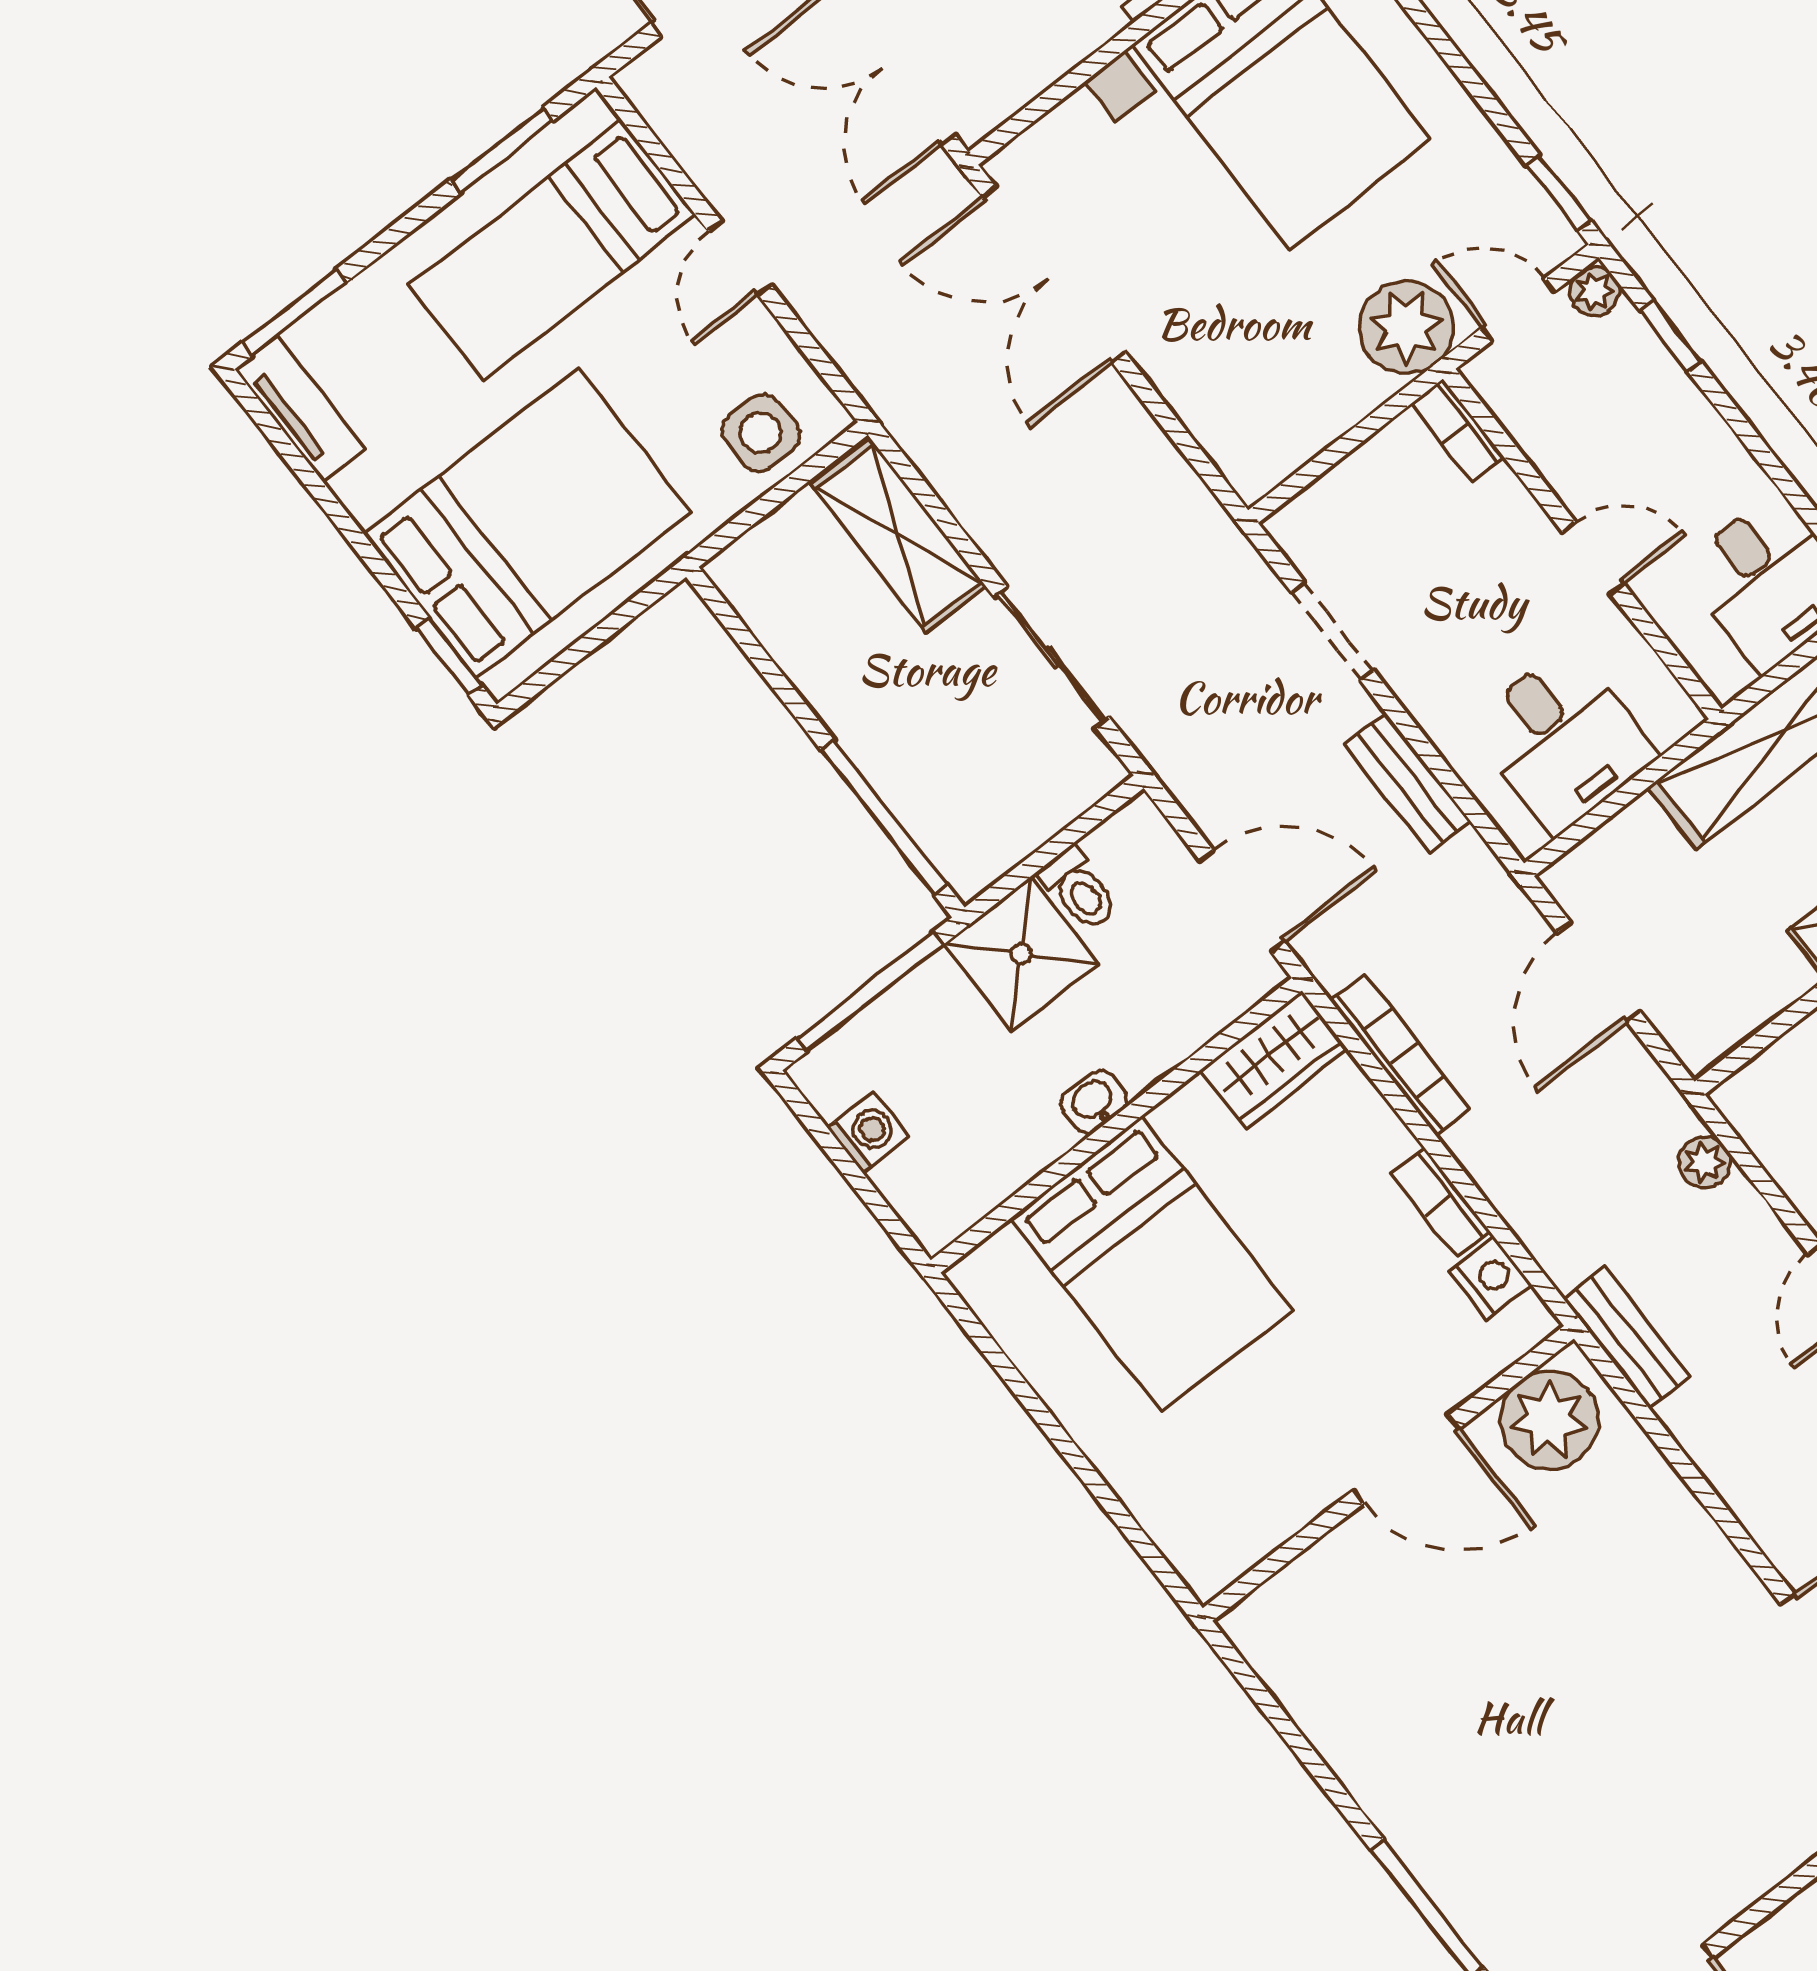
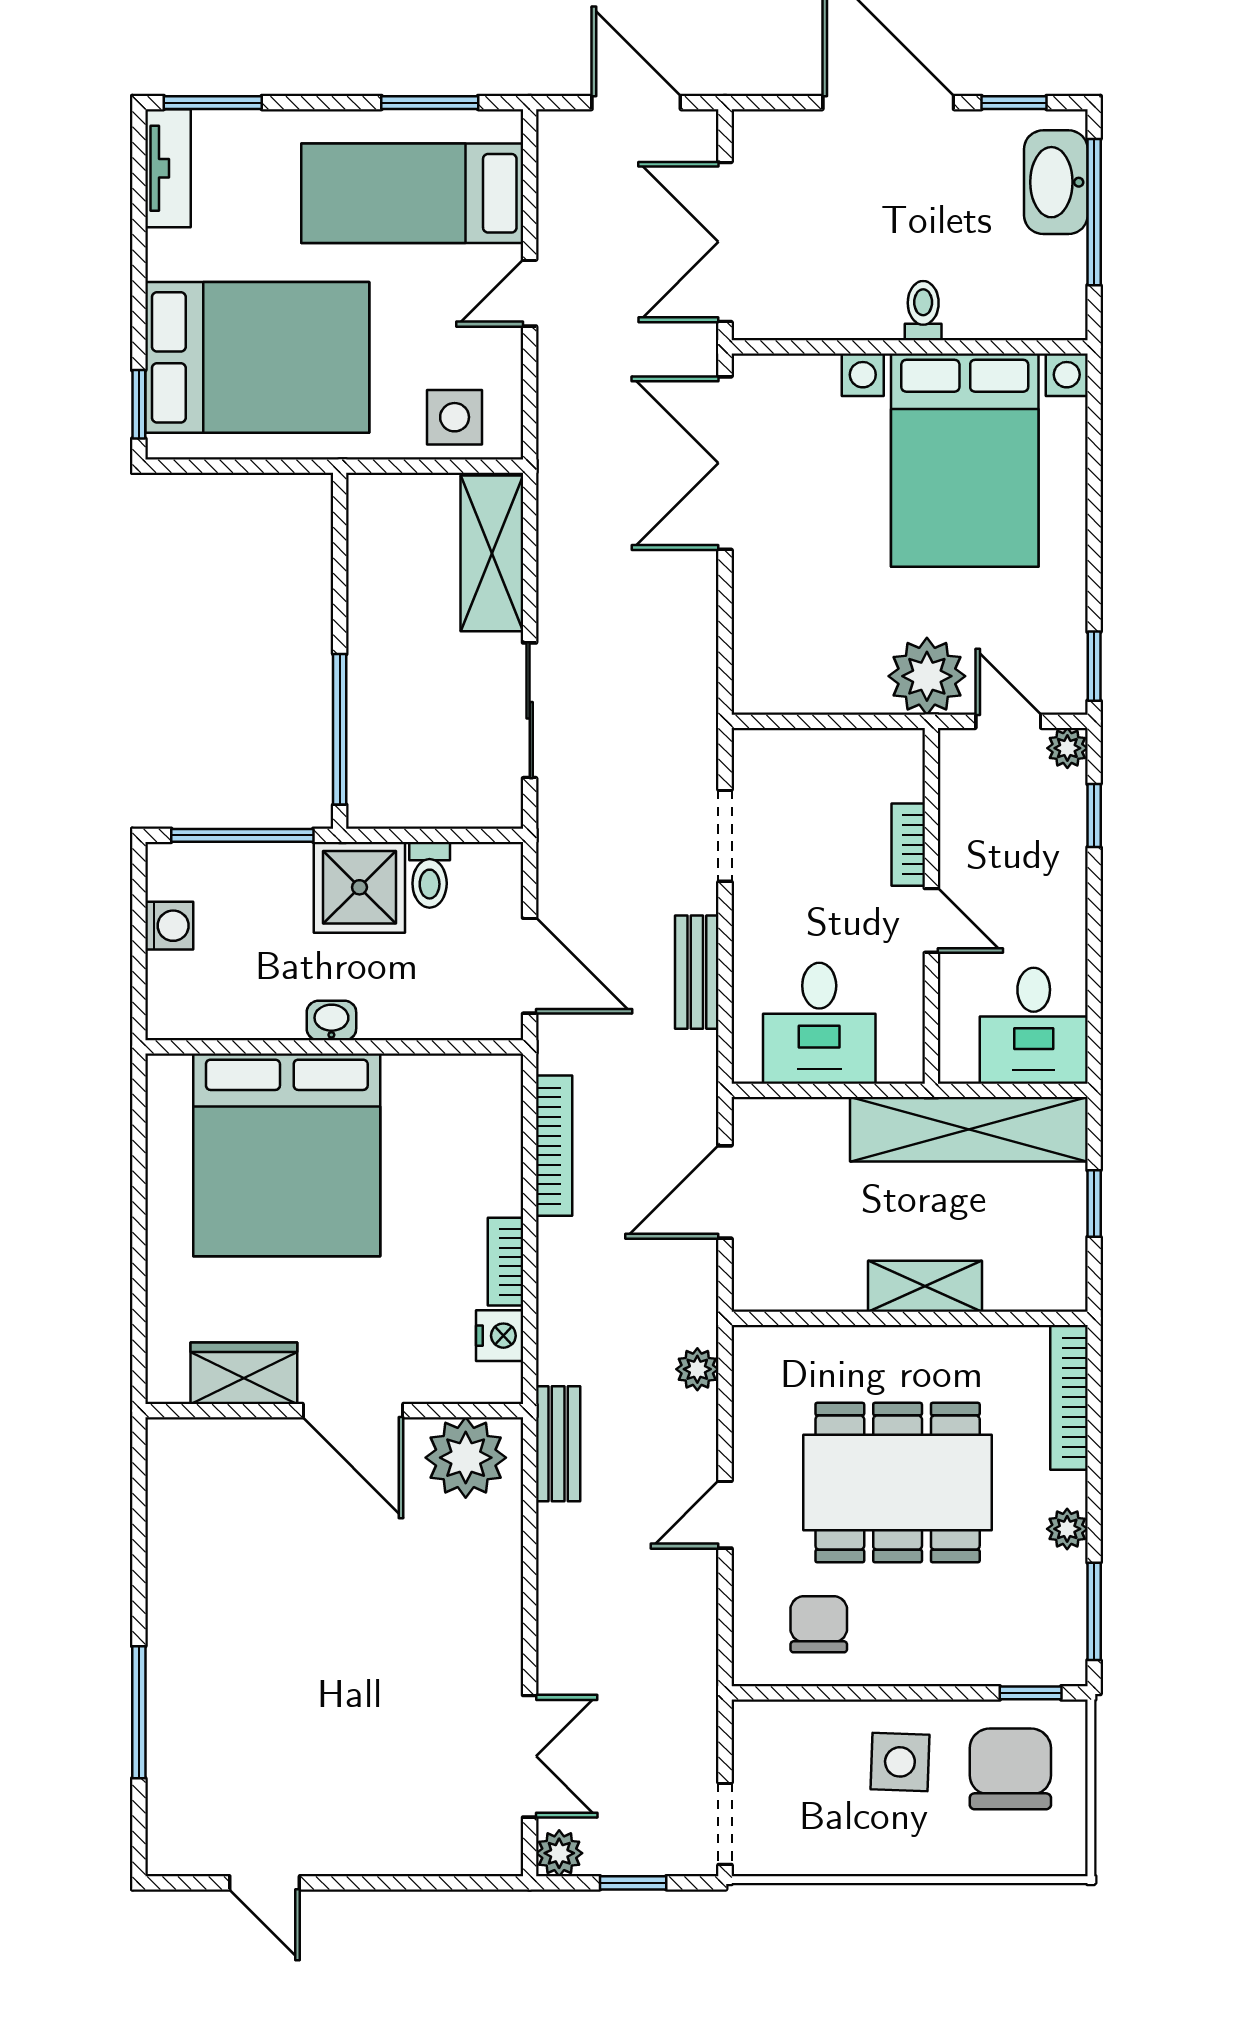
bookcase: (1458, 430) -> (908, 845), moved
wardrobe: (1274, 1060) -> (244, 1373), moved, turned 180
bed: (1152, 1264) -> (287, 1155), width x1.36

